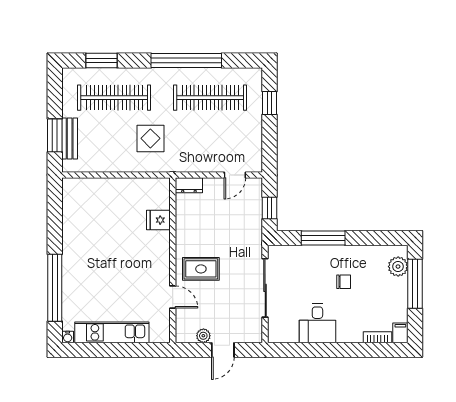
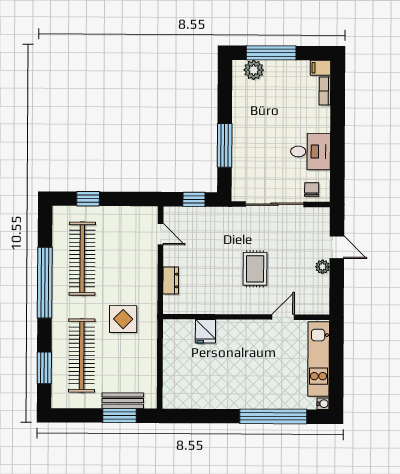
fridge: (158, 220) -> (205, 331), moved
wall: (173, 260) -> (246, 317), moved
chair: (344, 282) -> (312, 189), moved
door: (173, 297) -> (283, 317), moved

